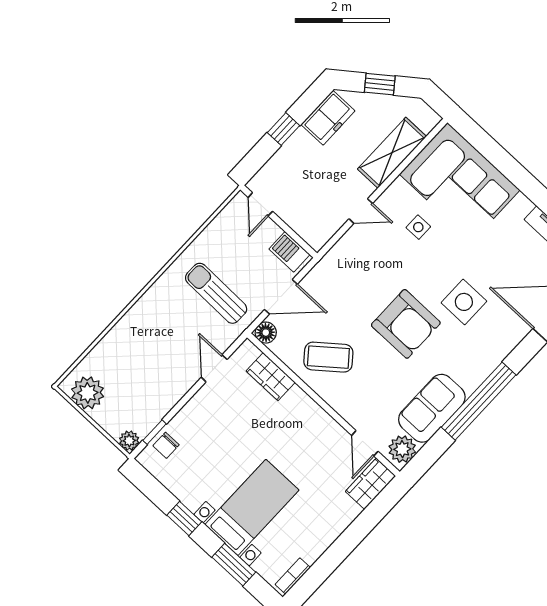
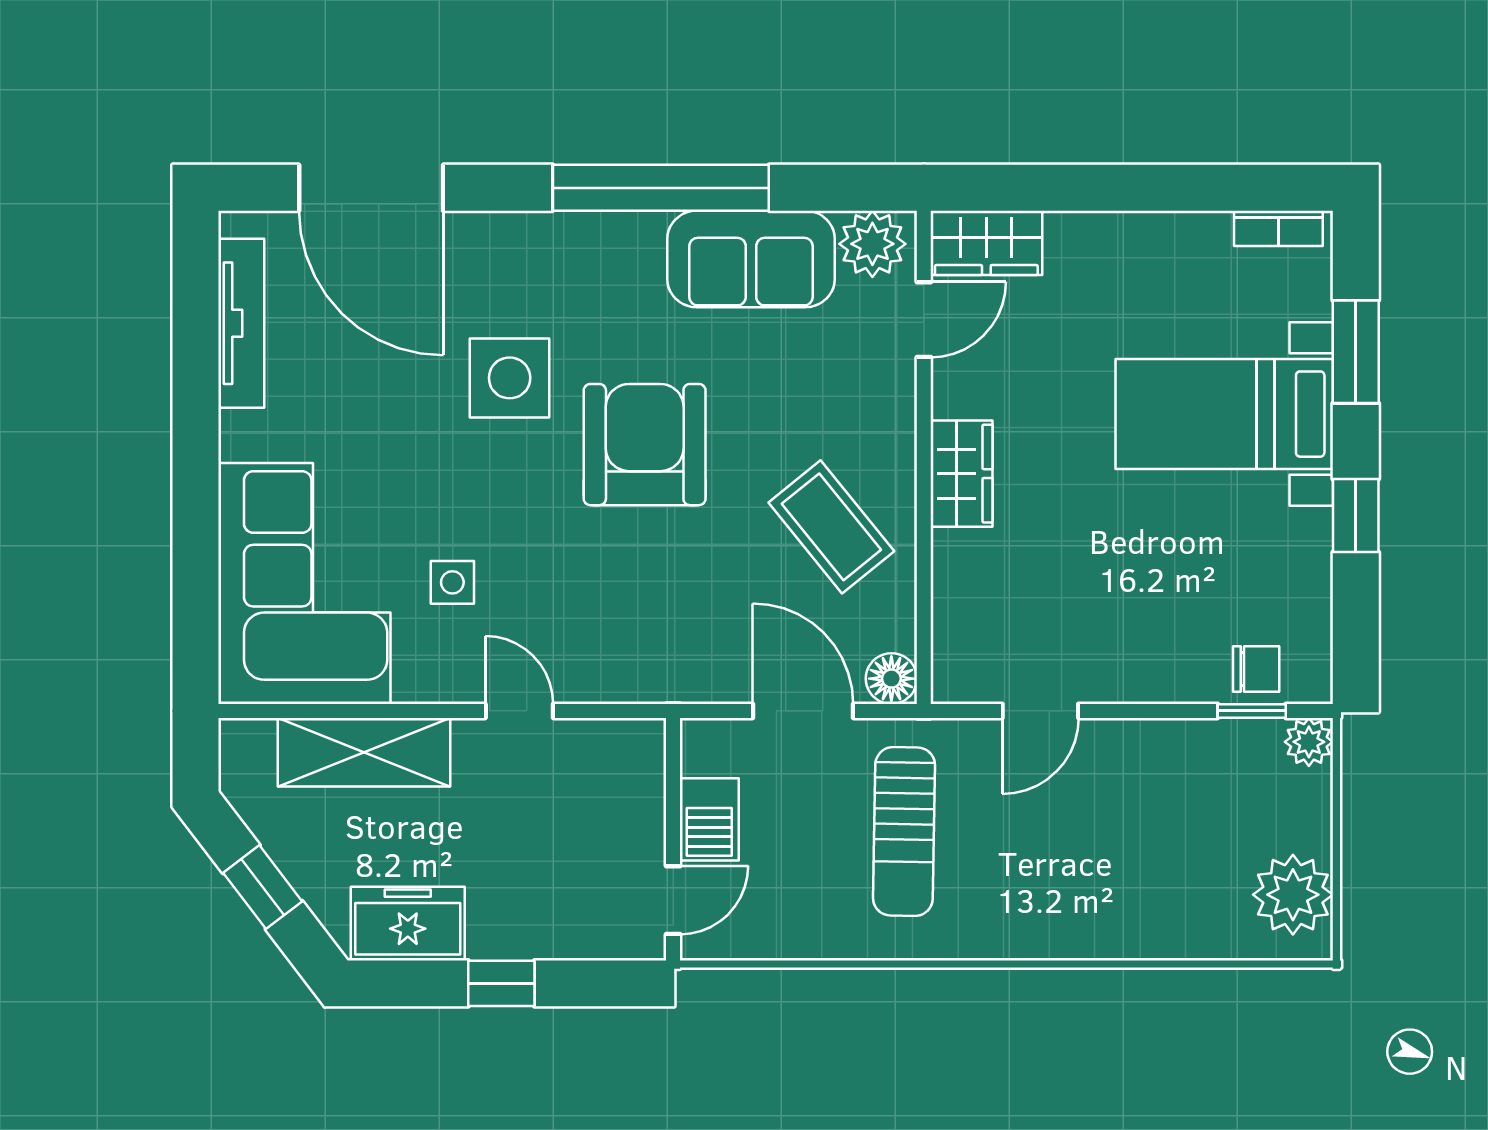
barbecue: (289, 252) -> (709, 819), moved
wardrobe: (271, 377) -> (962, 474), moved

